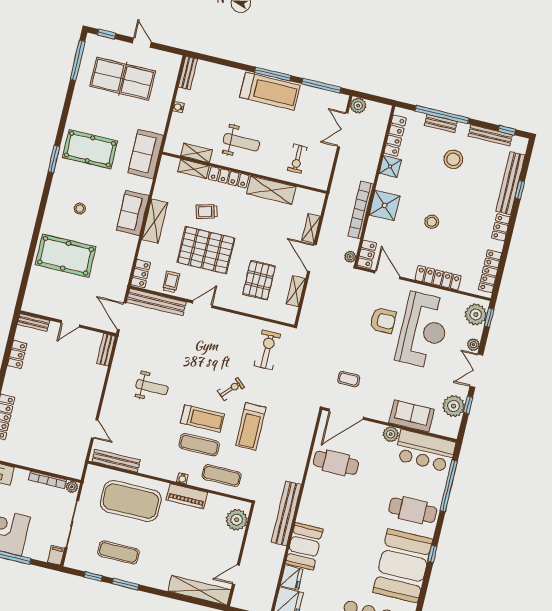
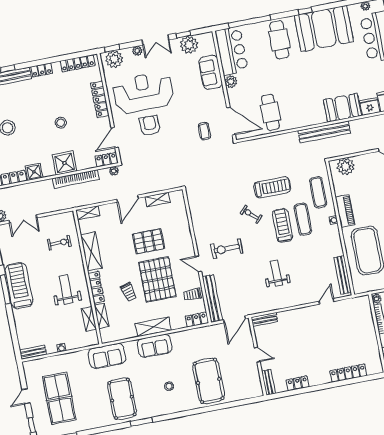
shelving: (311, 228) -> (88, 213), moved
pallet: (259, 280) -> (149, 241), moved
exercise bike: (267, 350) -> (227, 249), moved

